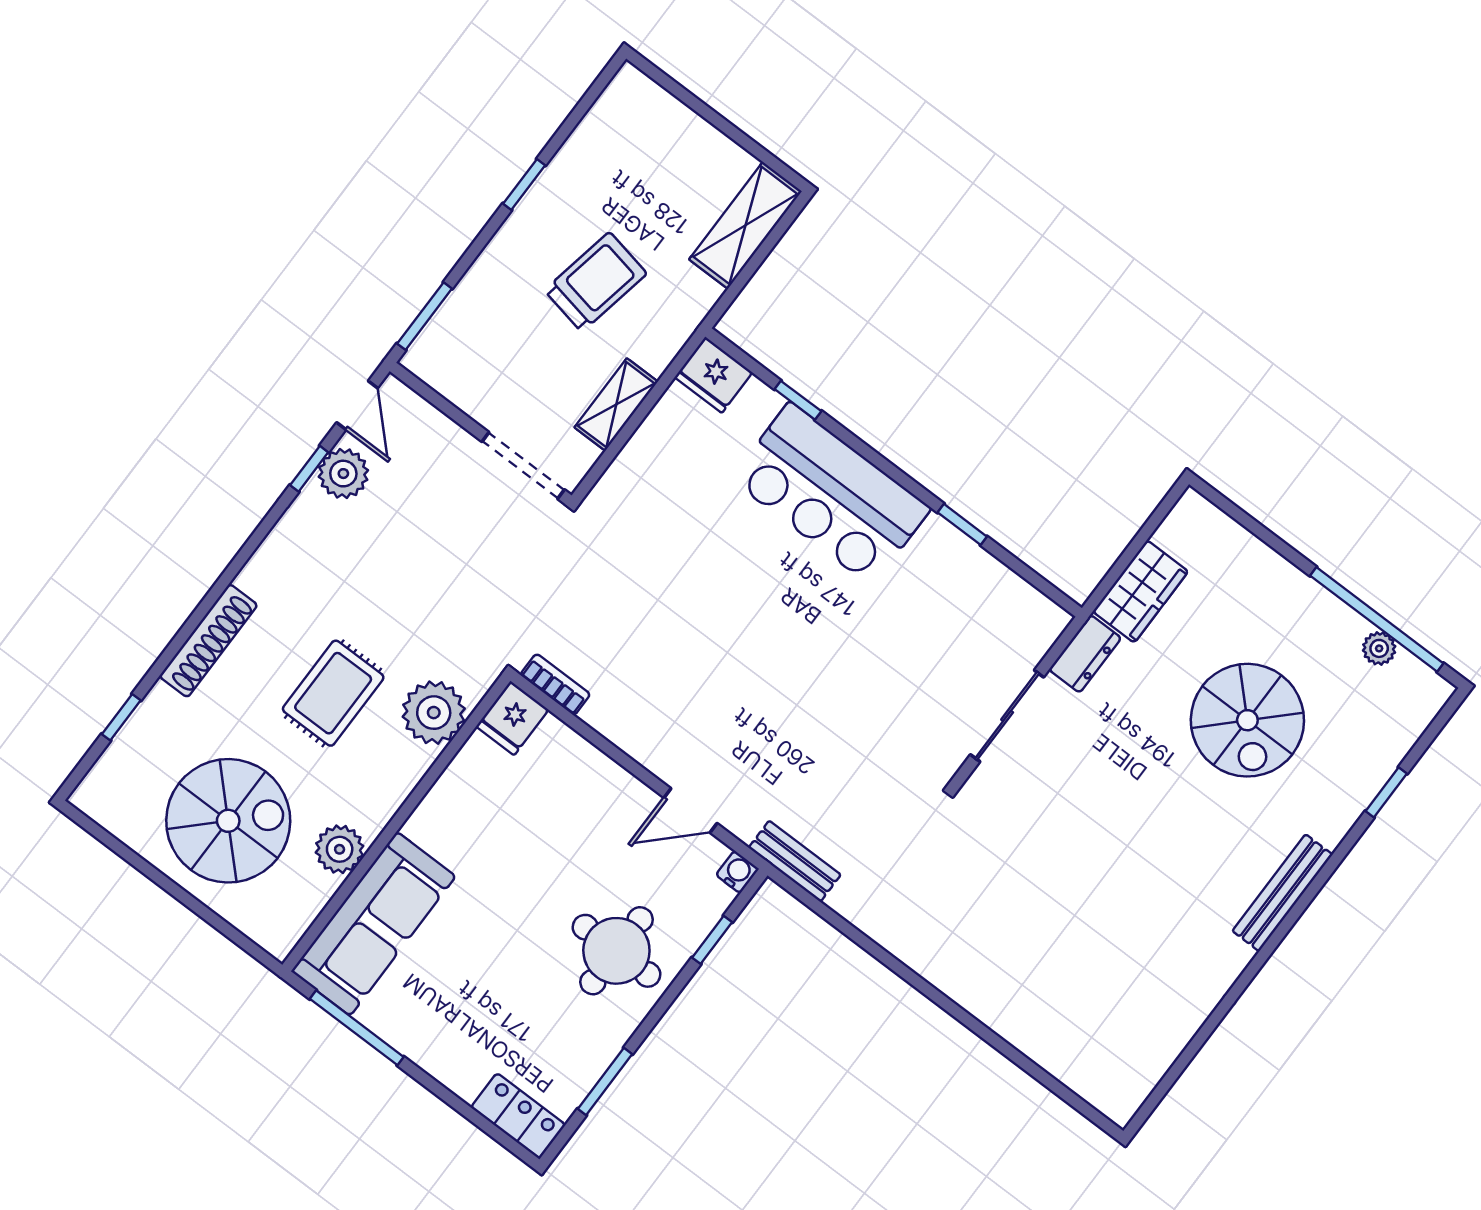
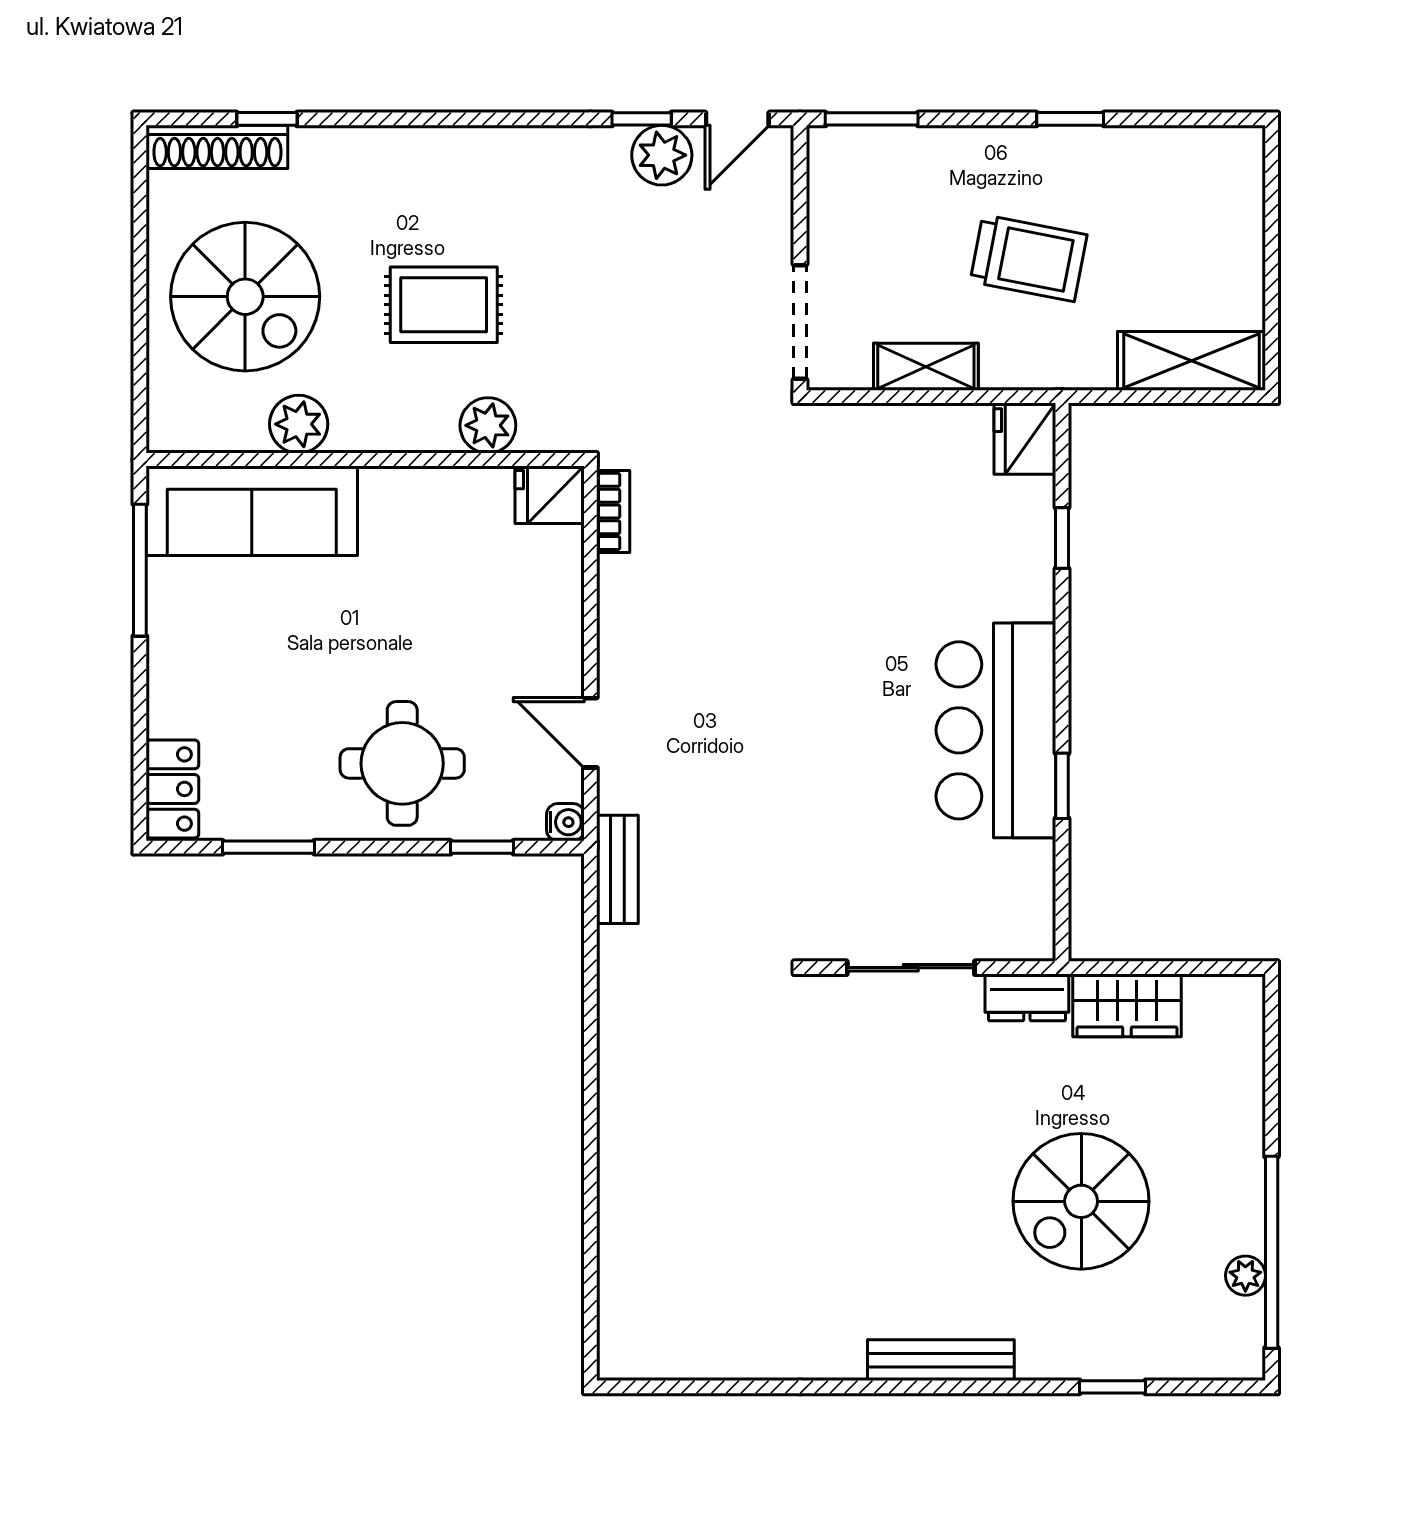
bar counter: (831, 494) -> (996, 730), moved
shoe rack: (208, 641) -> (218, 147), moved
plant: (434, 713) -> (488, 425), width x0.73, depth x0.73

